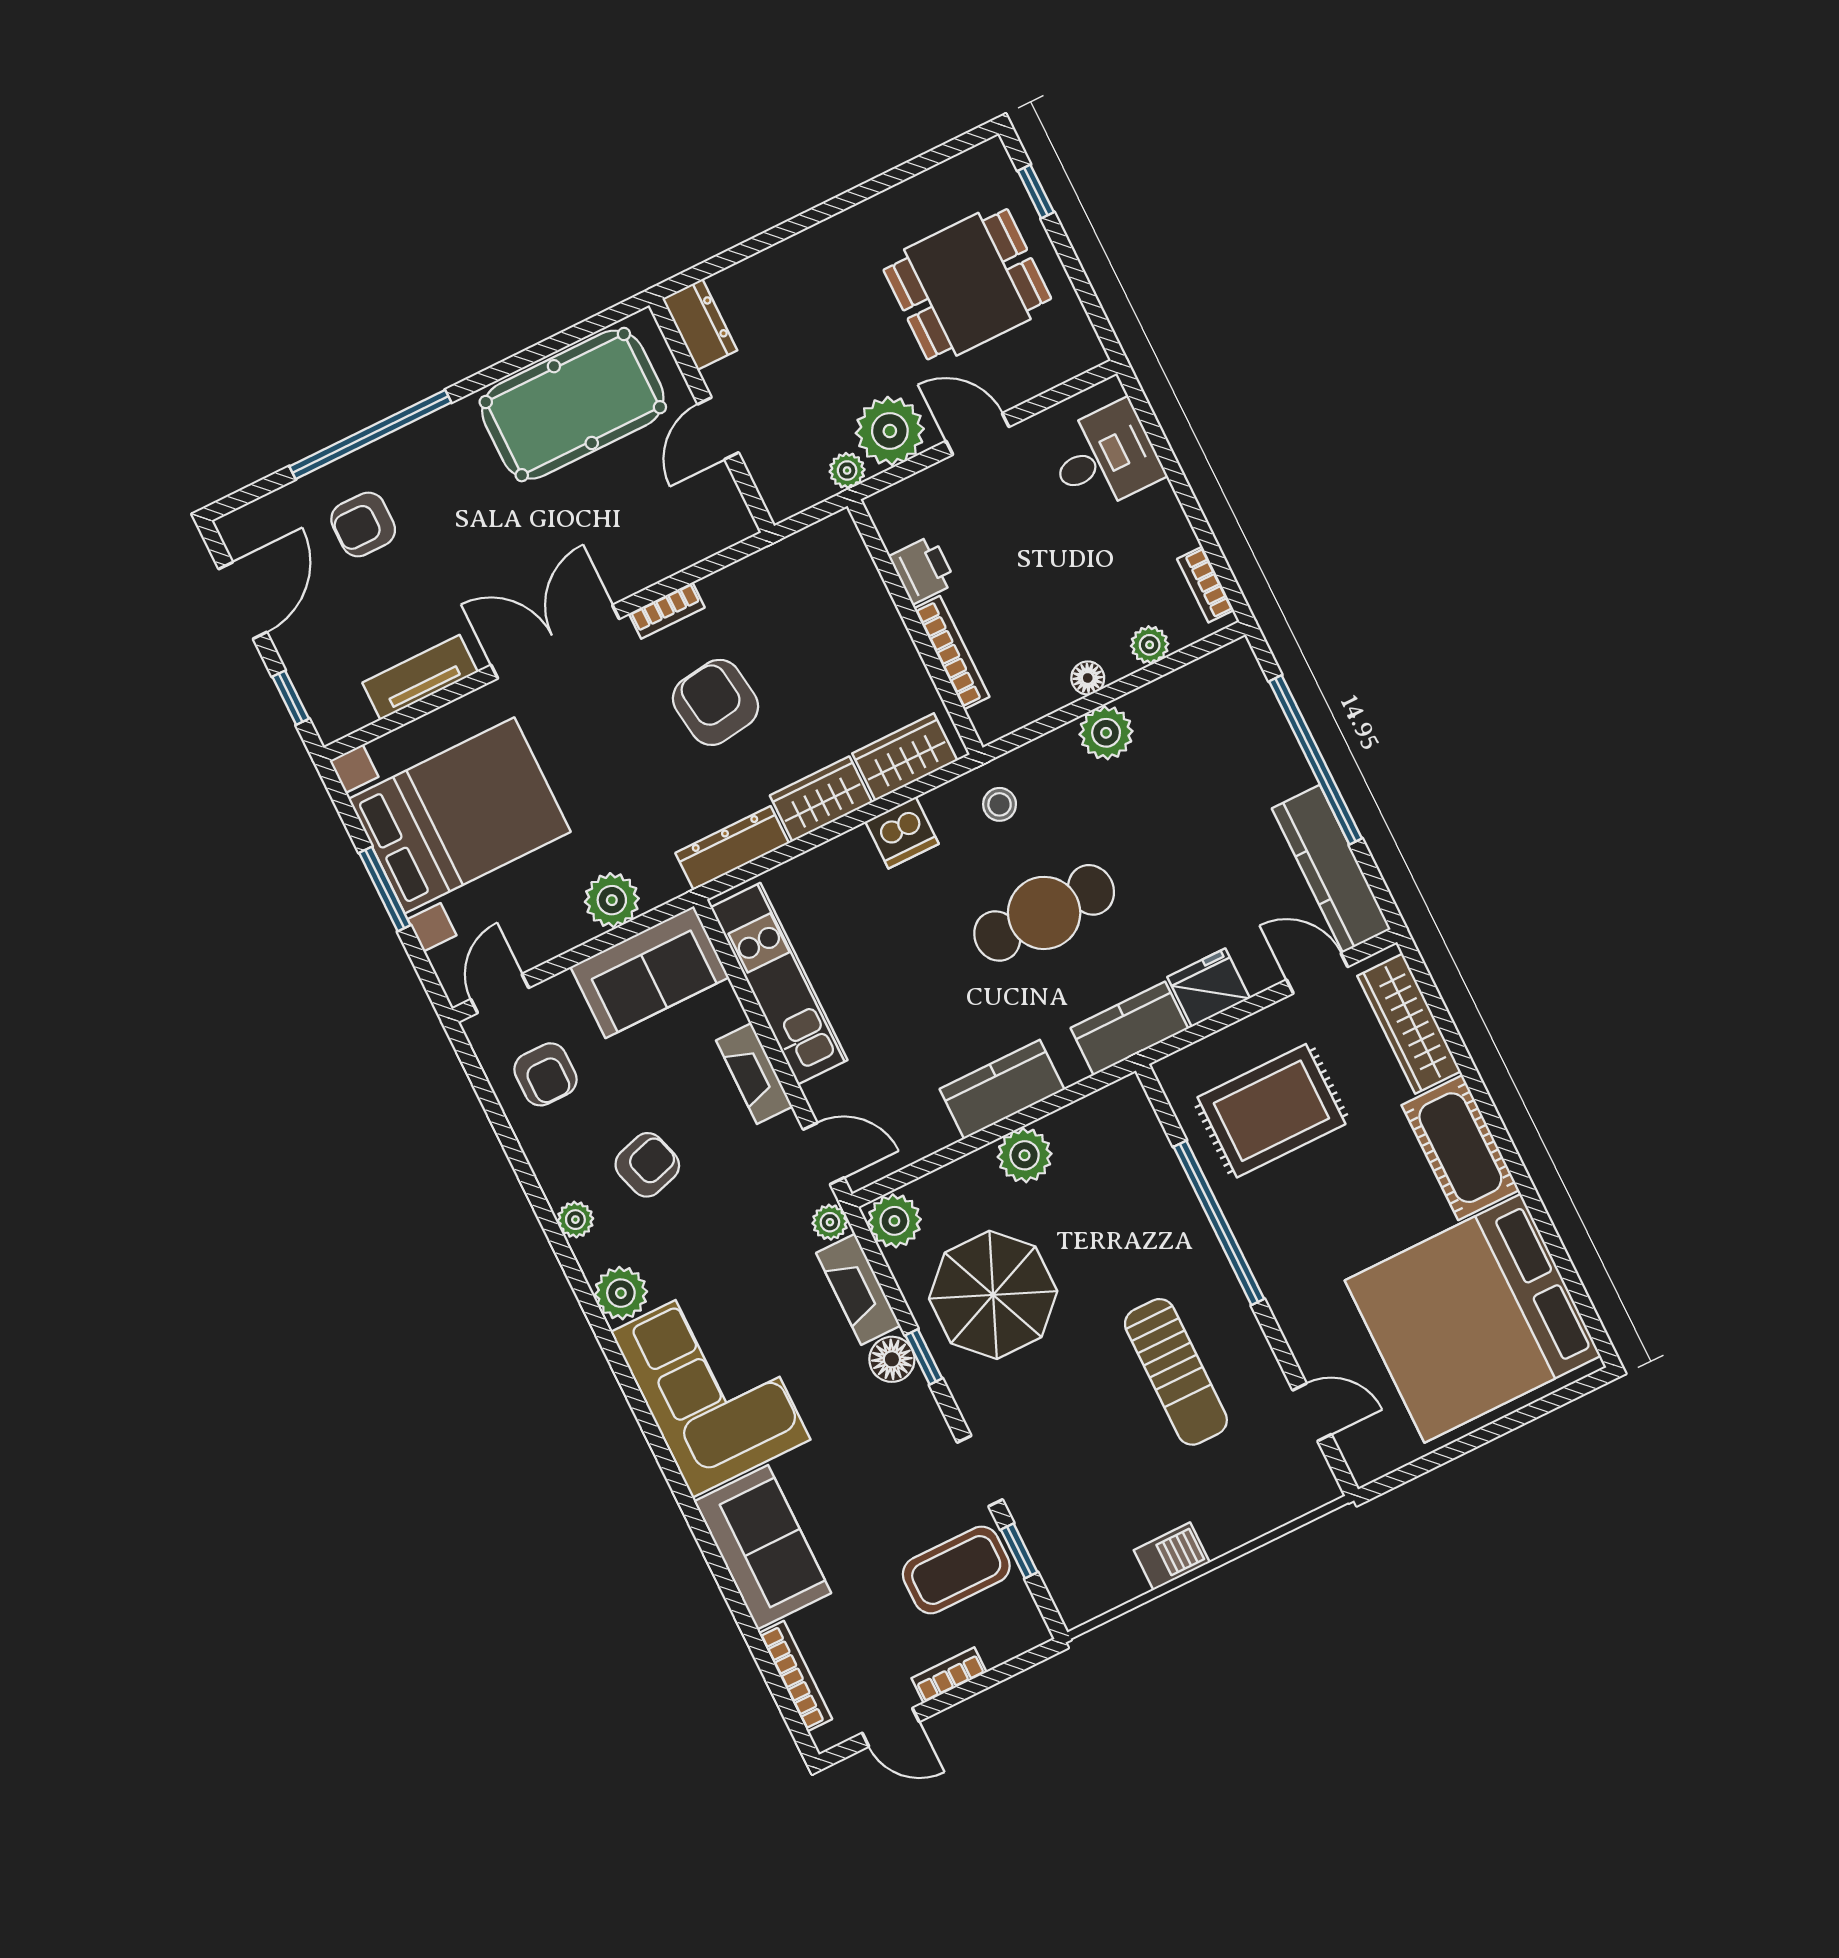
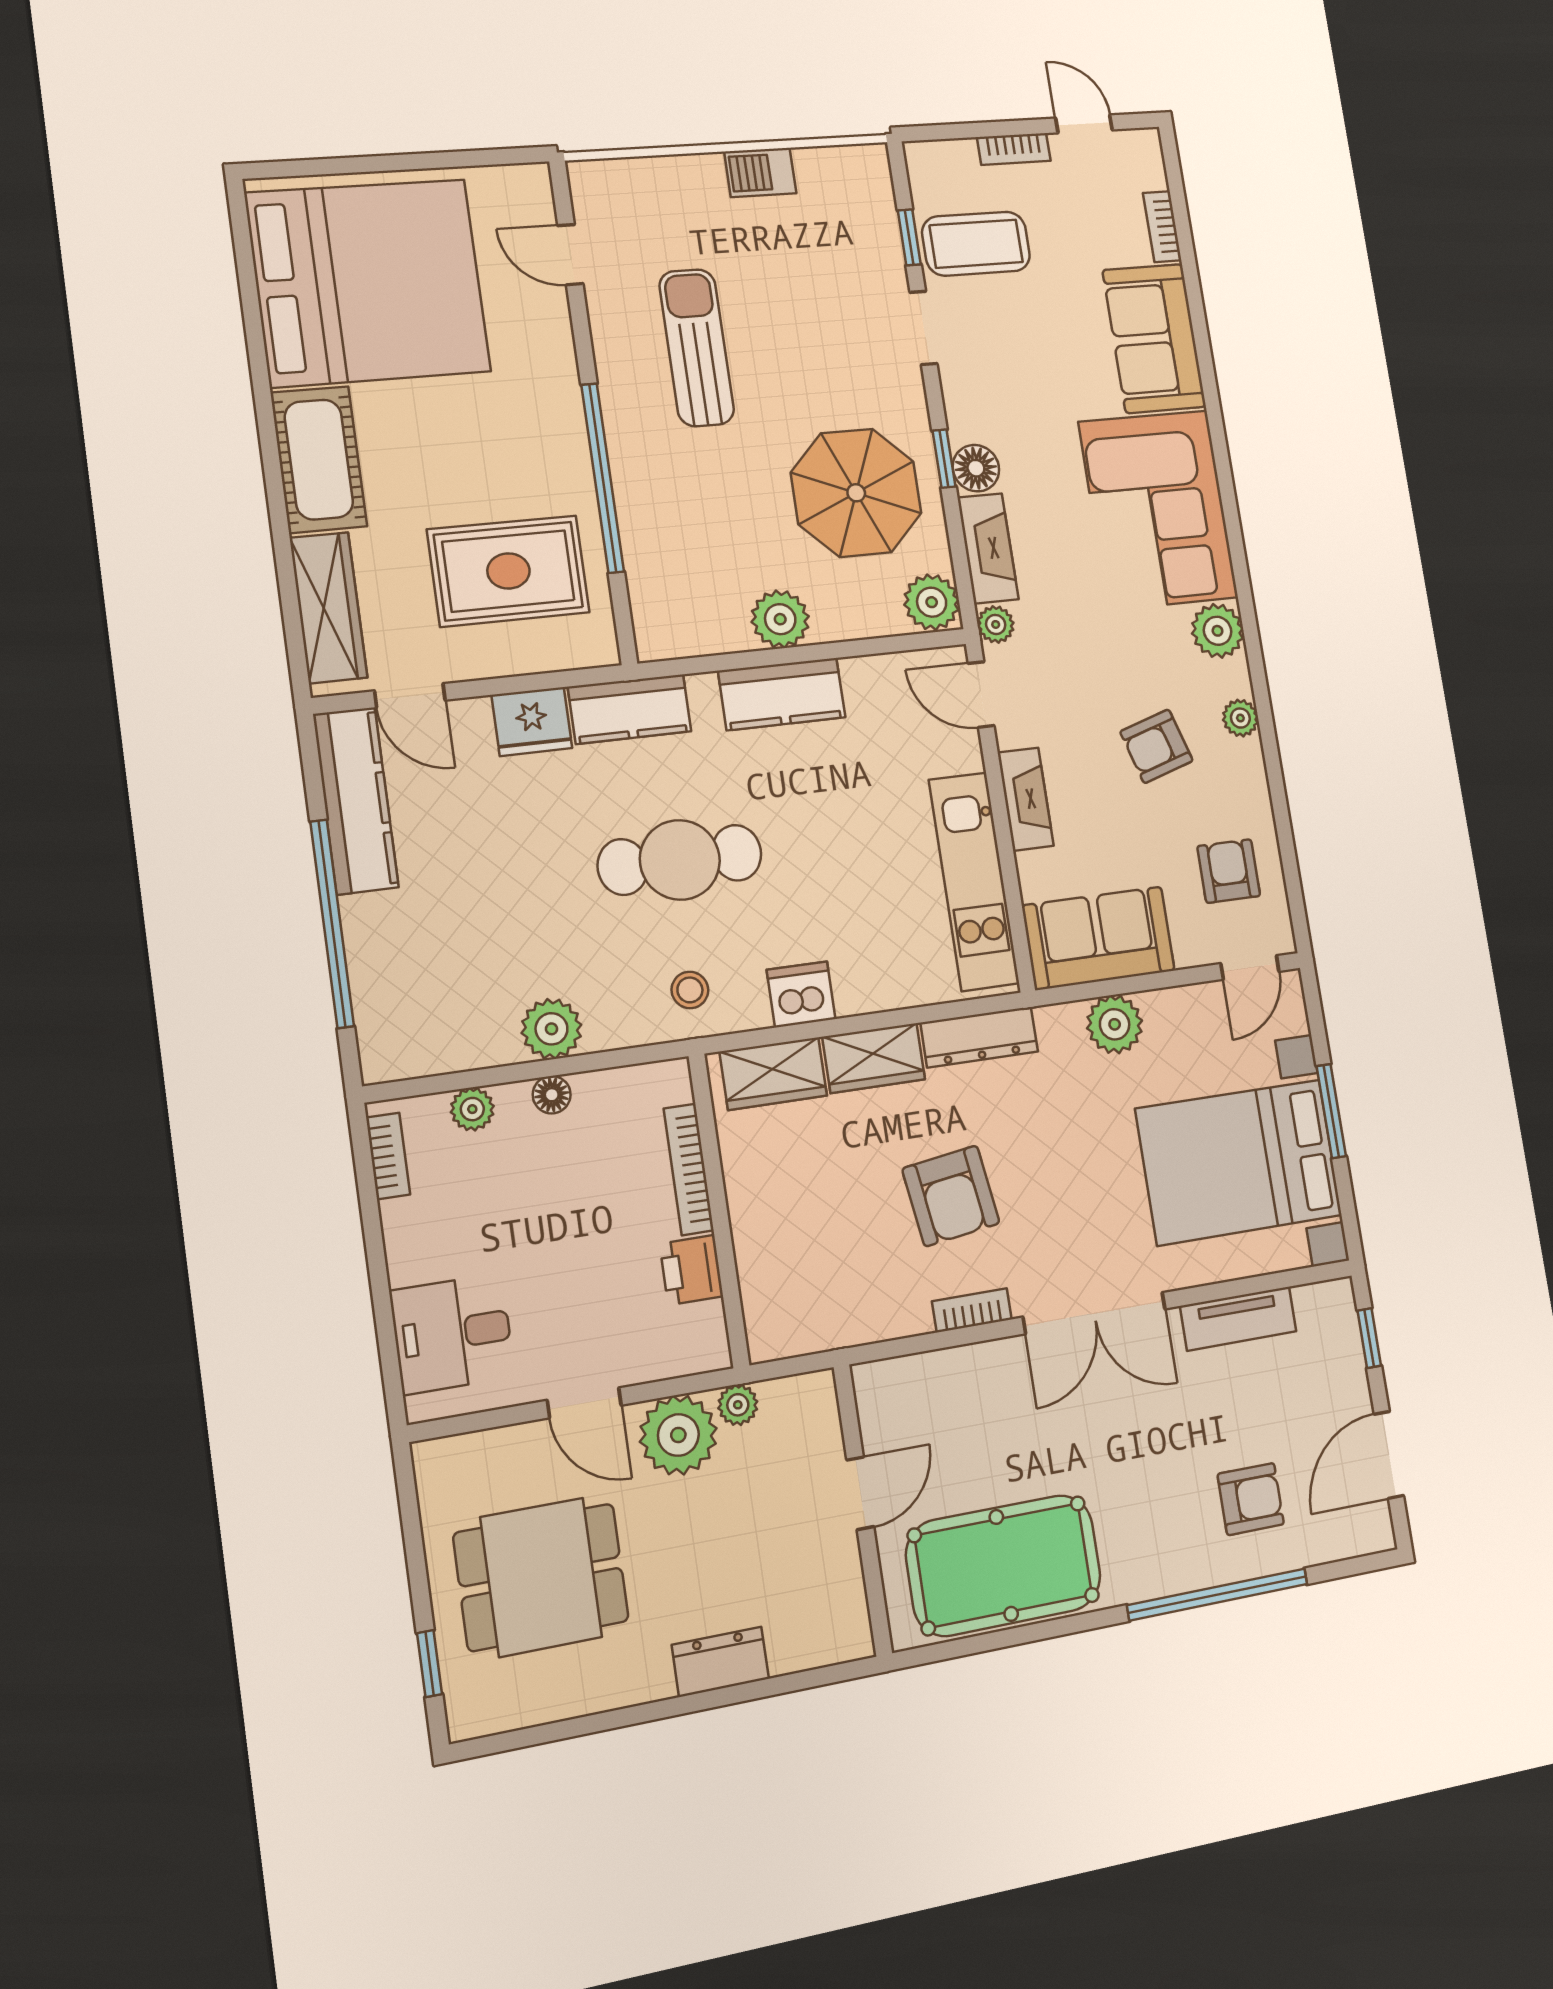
dresser: (700, 325) -> (720, 1662), moved, turned 90
bookcase: (796, 1676) -> (1162, 227), width x0.64

